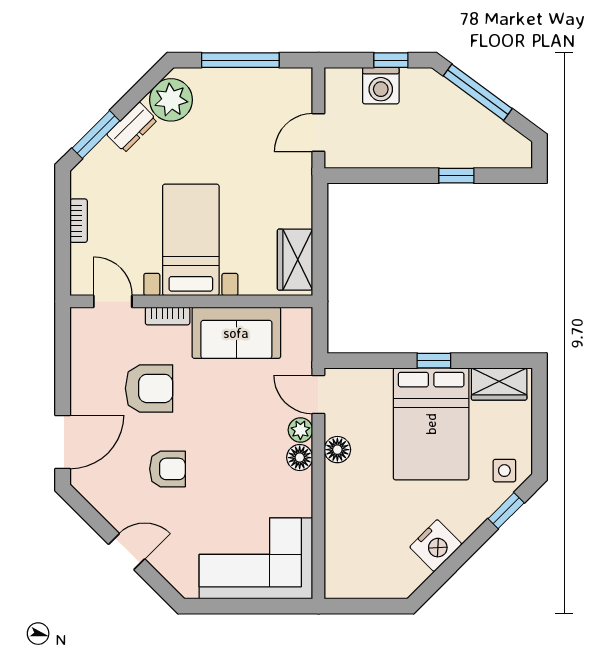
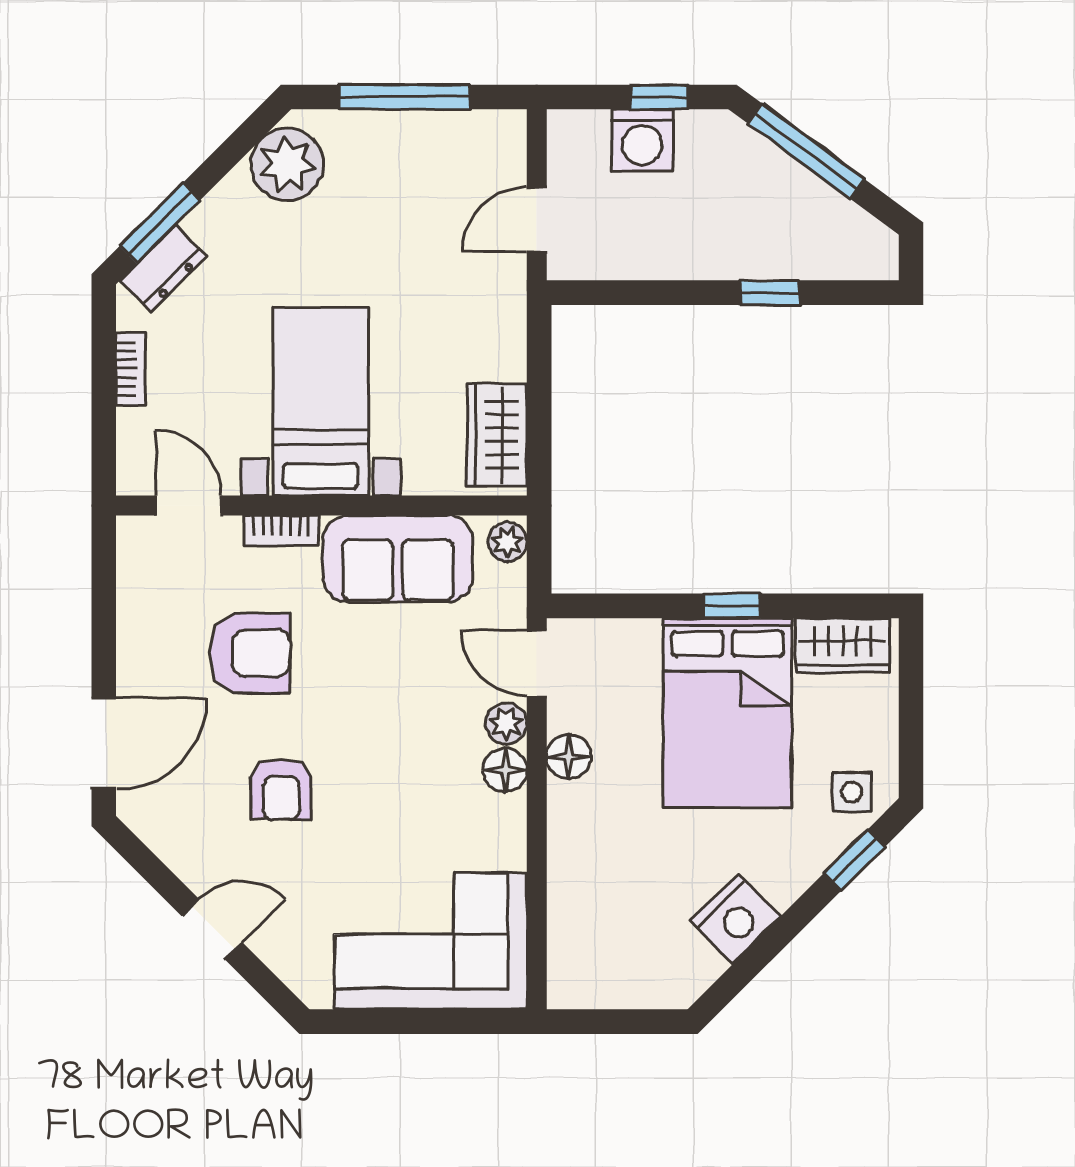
dresser: (132, 127) -> (164, 268), moved
plant: (301, 323) -> (507, 542), added
armchair: (167, 469) -> (281, 789), turned 90

